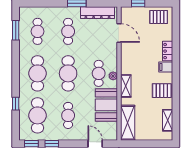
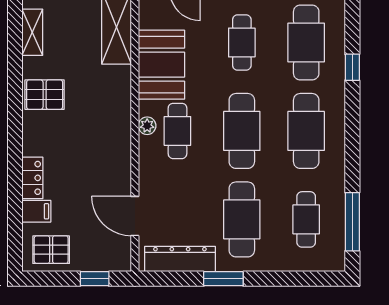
window: (16, 30) -> (352, 222), width x1.44
cafe table: (68, 31) -> (242, 219), width x1.37, depth x1.35
filing cabinet: (166, 67) -> (36, 211), moved
shelving: (126, 86) -> (120, 104), removed

